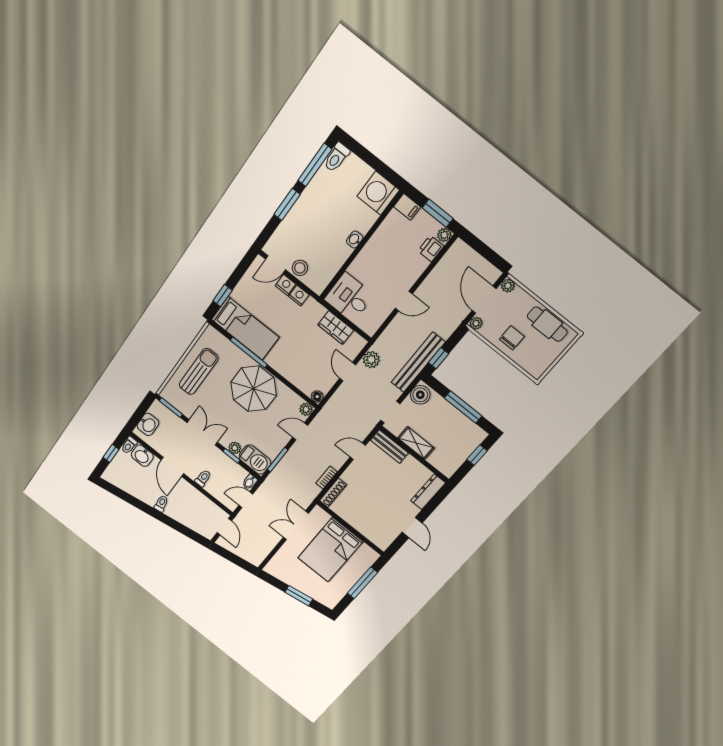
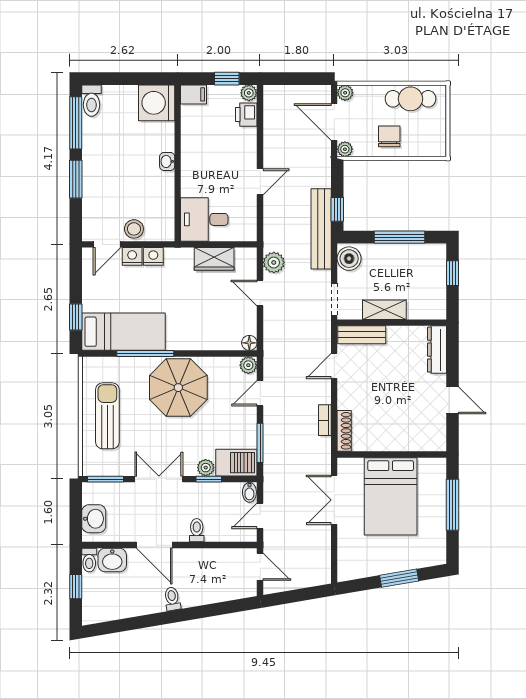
window: (438, 213) -> (227, 79), width x0.67

